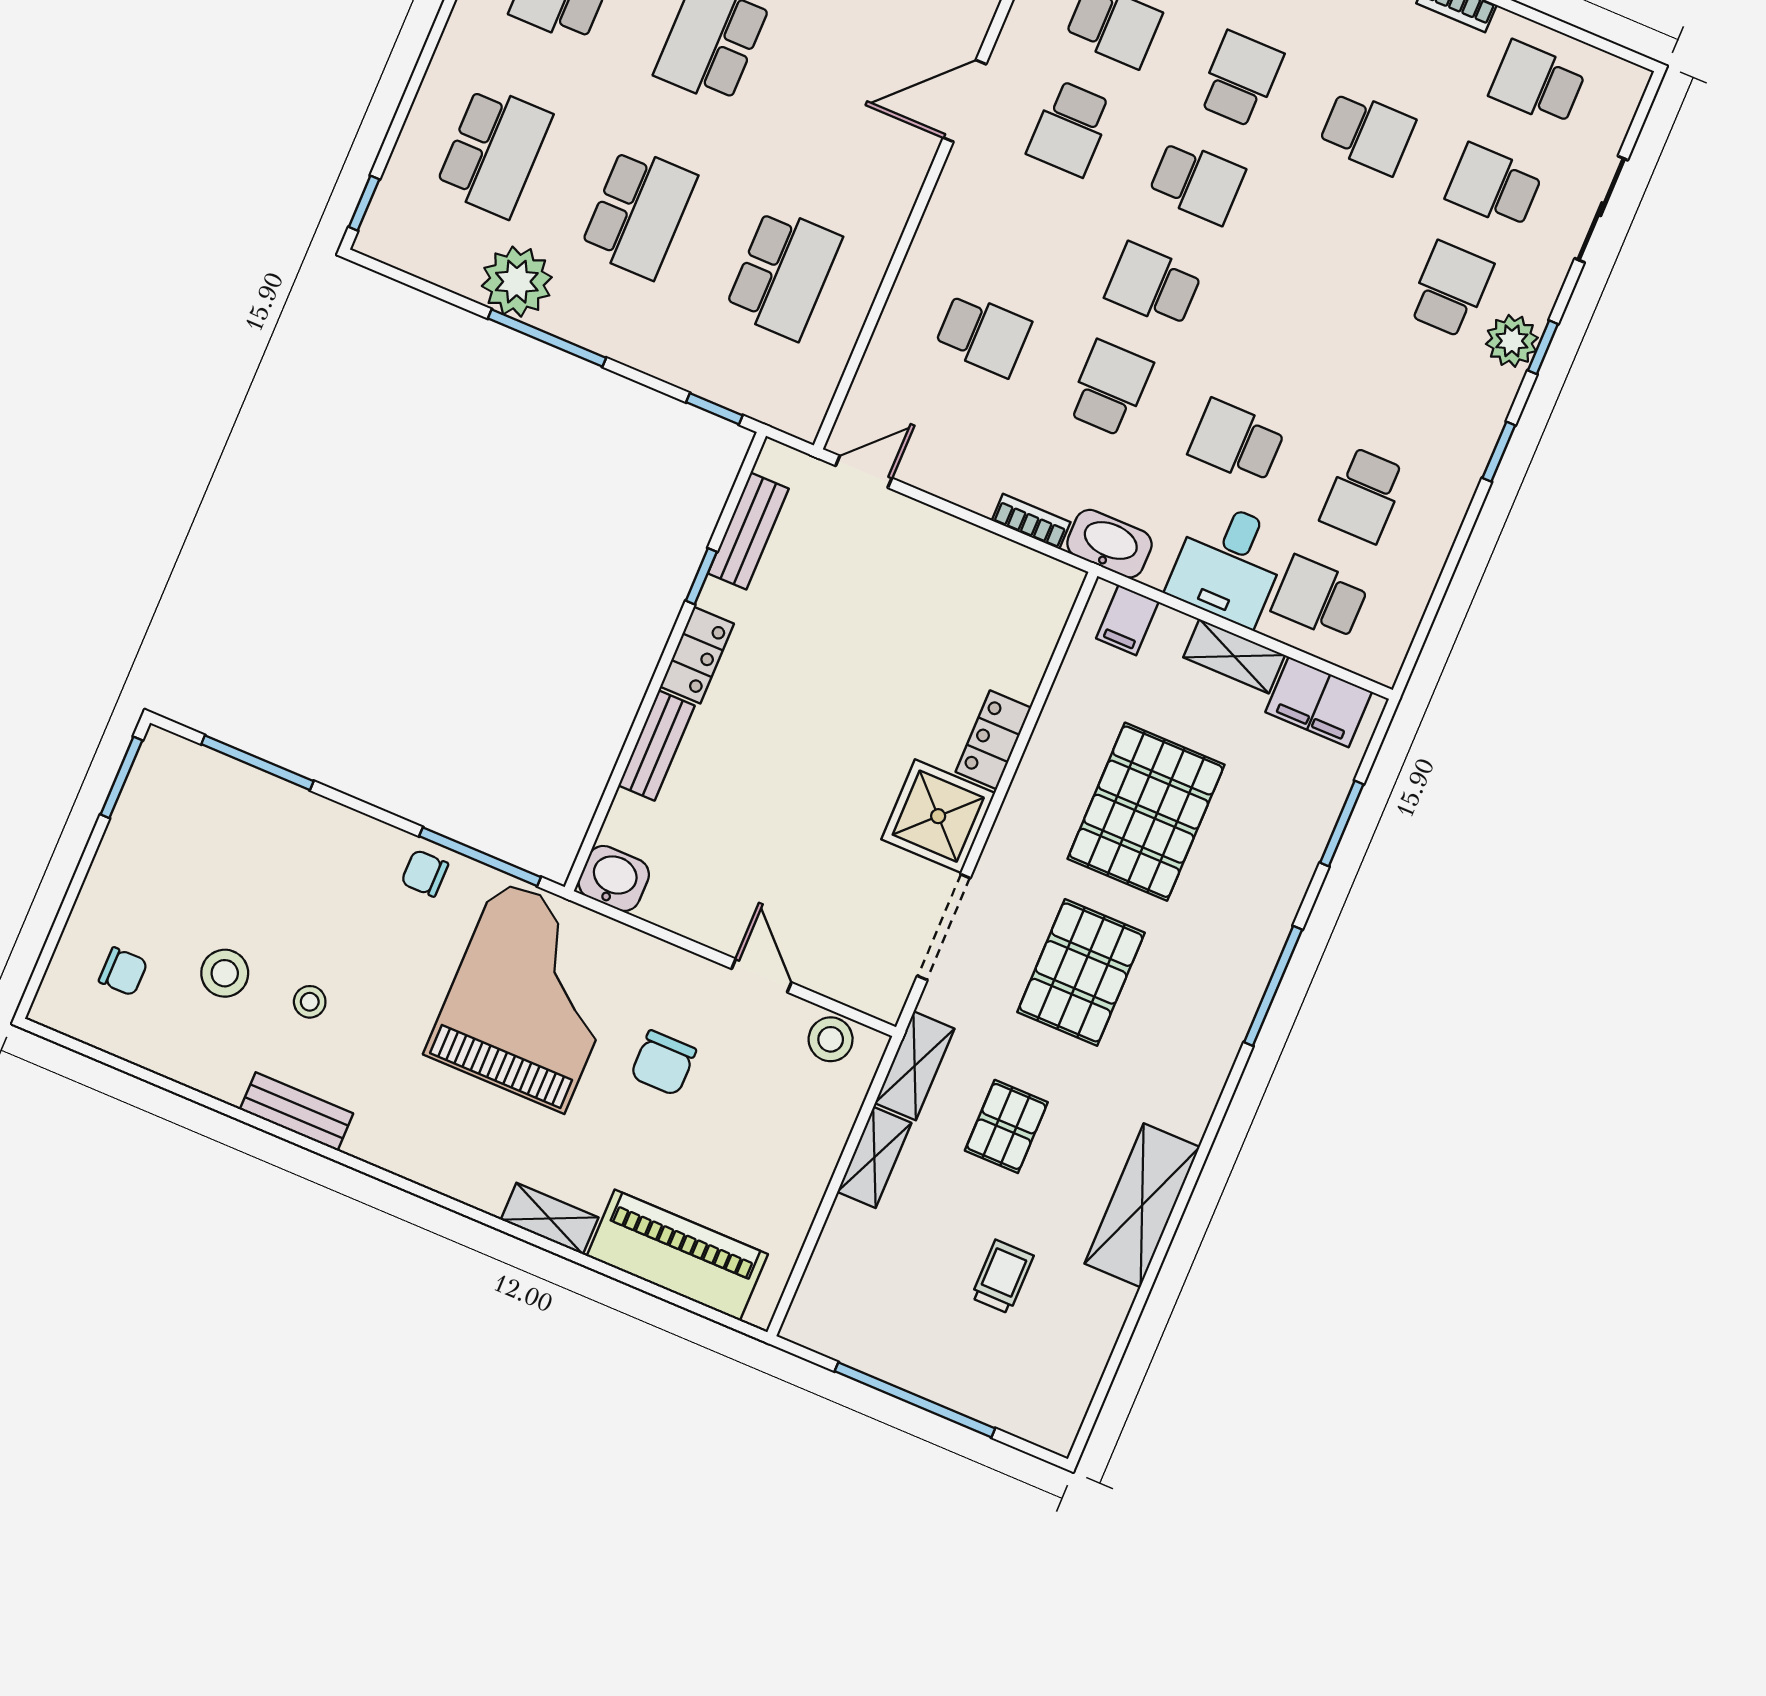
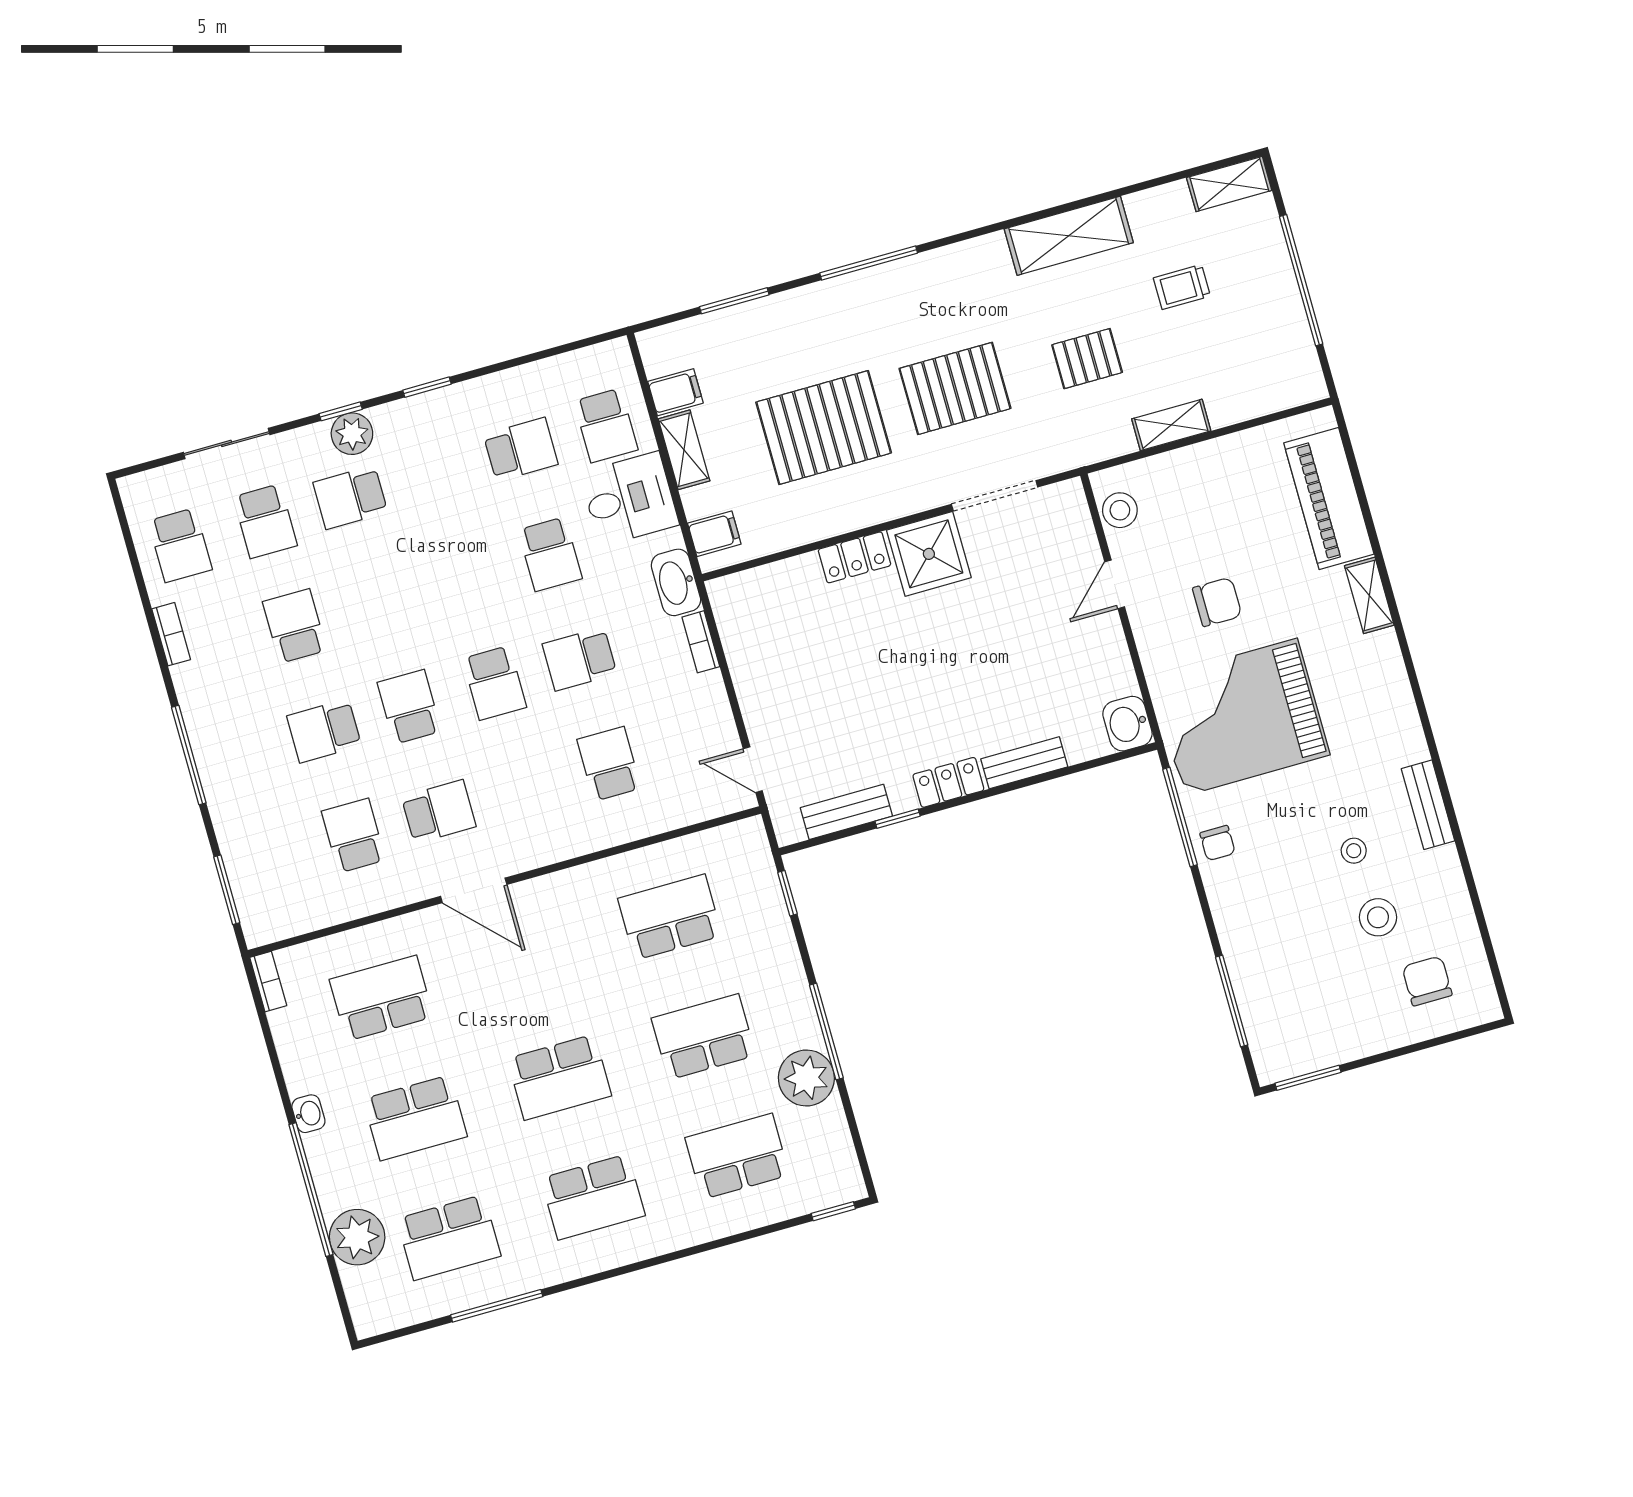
filing cabinet: (1319, 702) -> (675, 392), width x0.50
chair: (123, 972) -> (1427, 981), width x1.37, depth x1.37
shelving: (915, 1066) -> (1229, 184), moved

